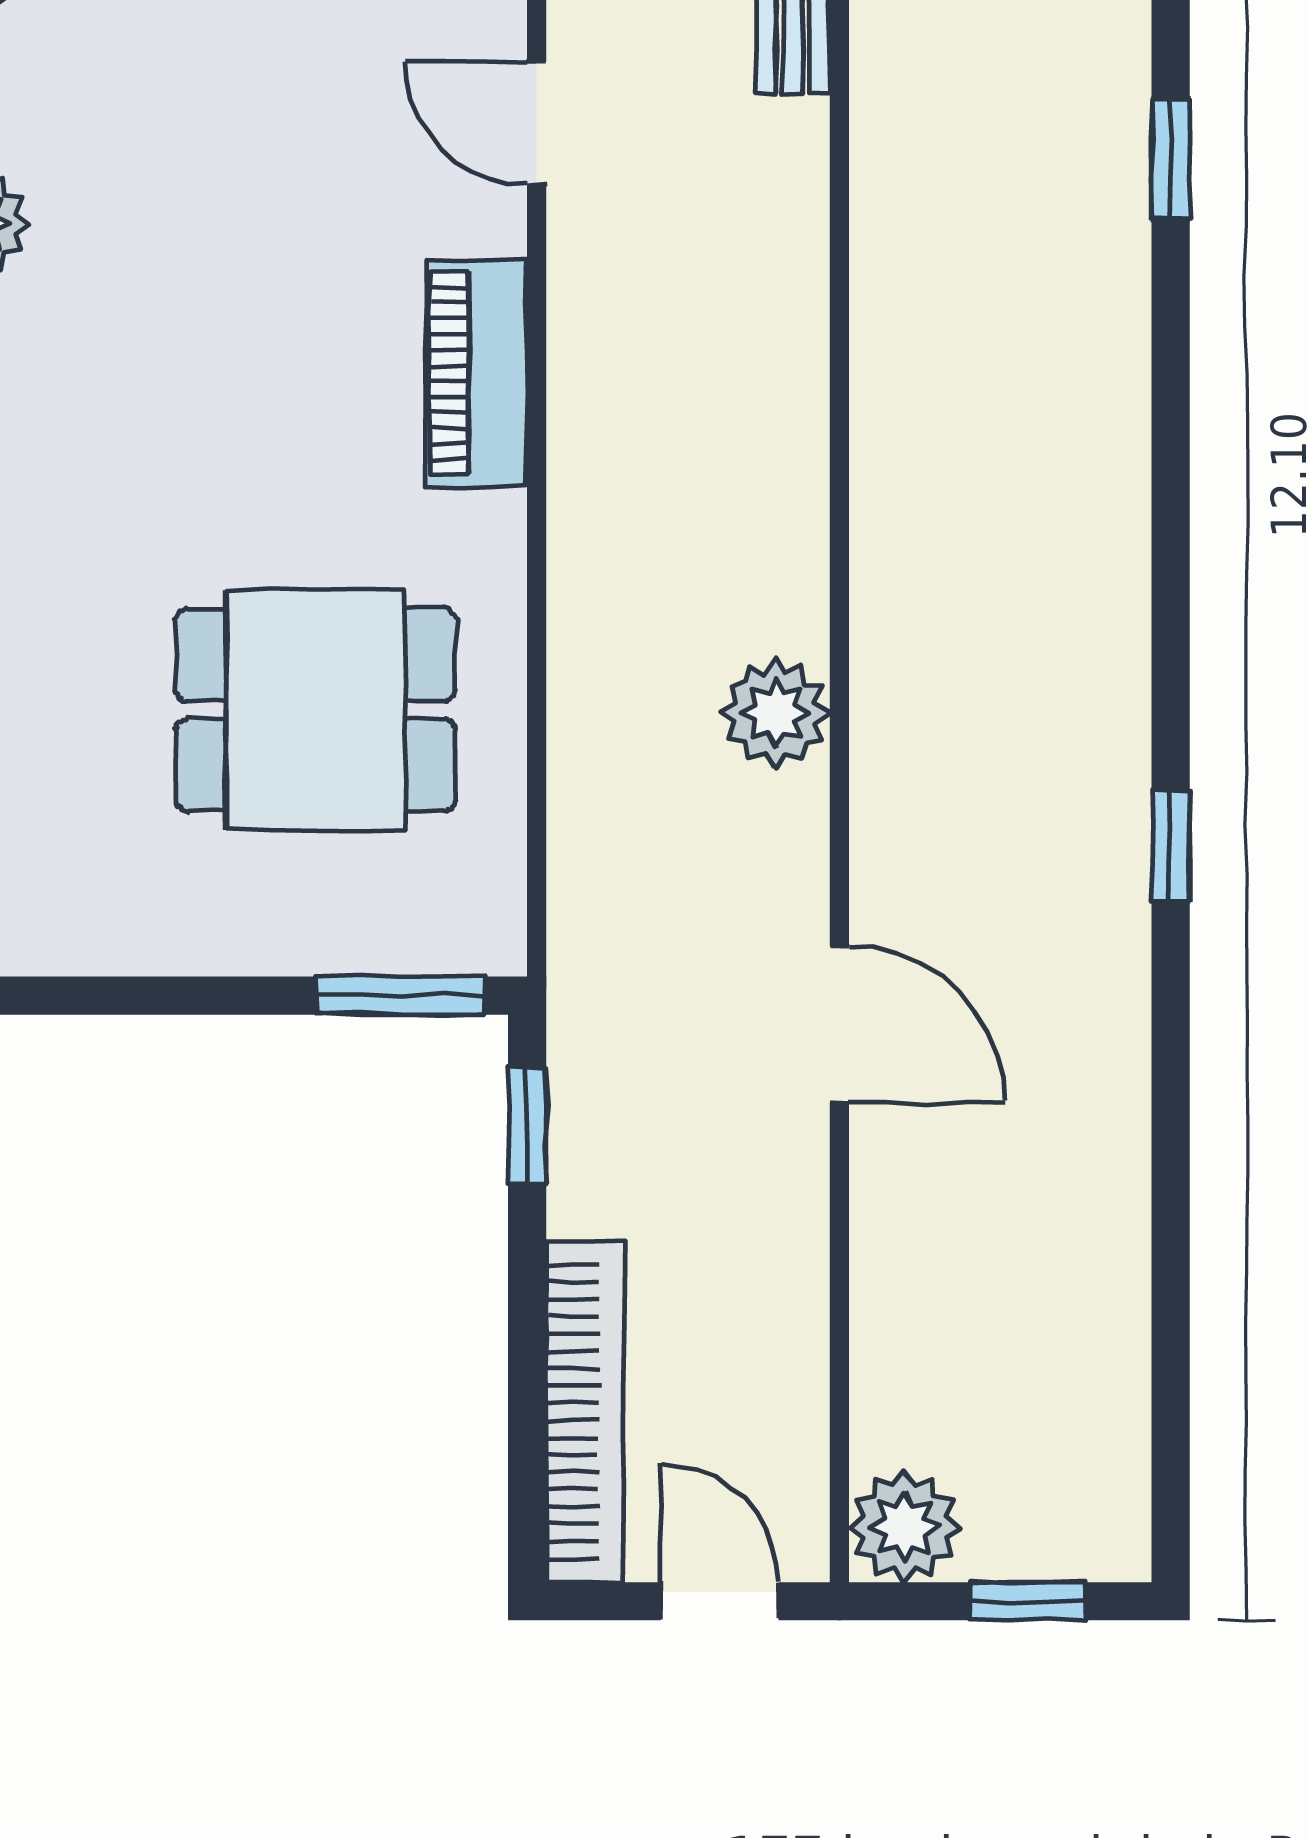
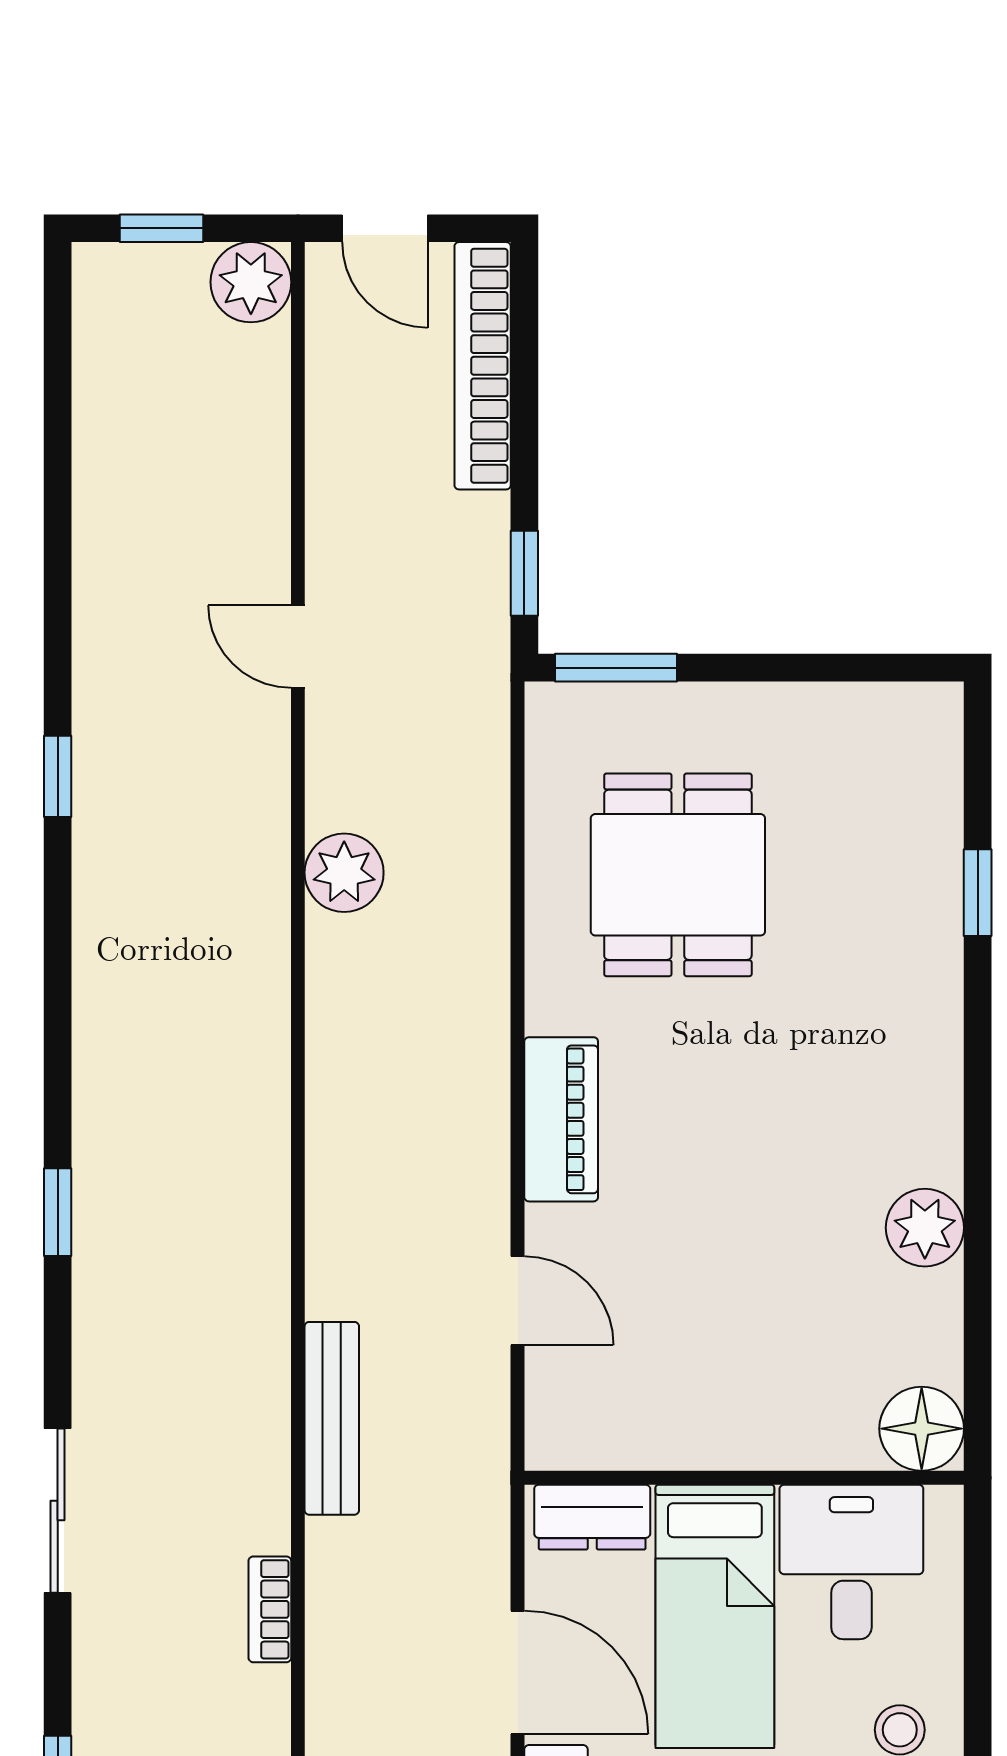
window: (1171, 159) -> (58, 1212), moved
dining table: (316, 710) -> (678, 875), turned 90
door: (839, 1025) -> (298, 647), width x0.73

